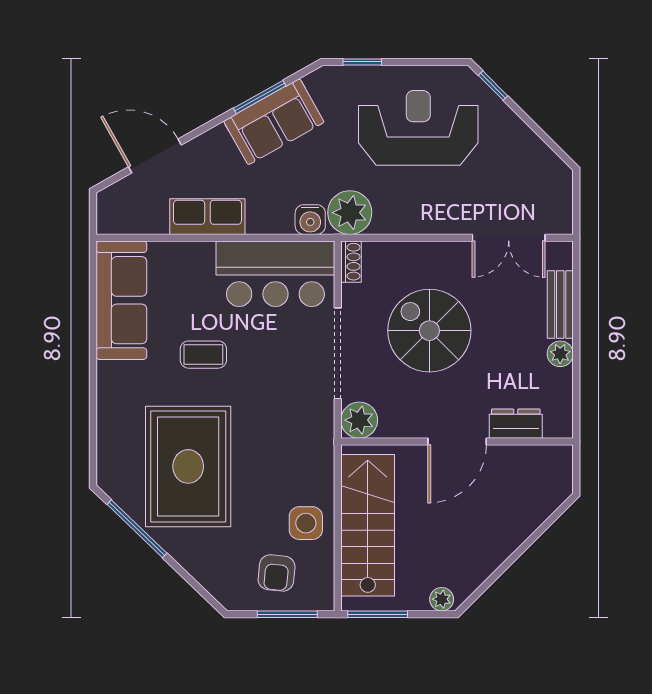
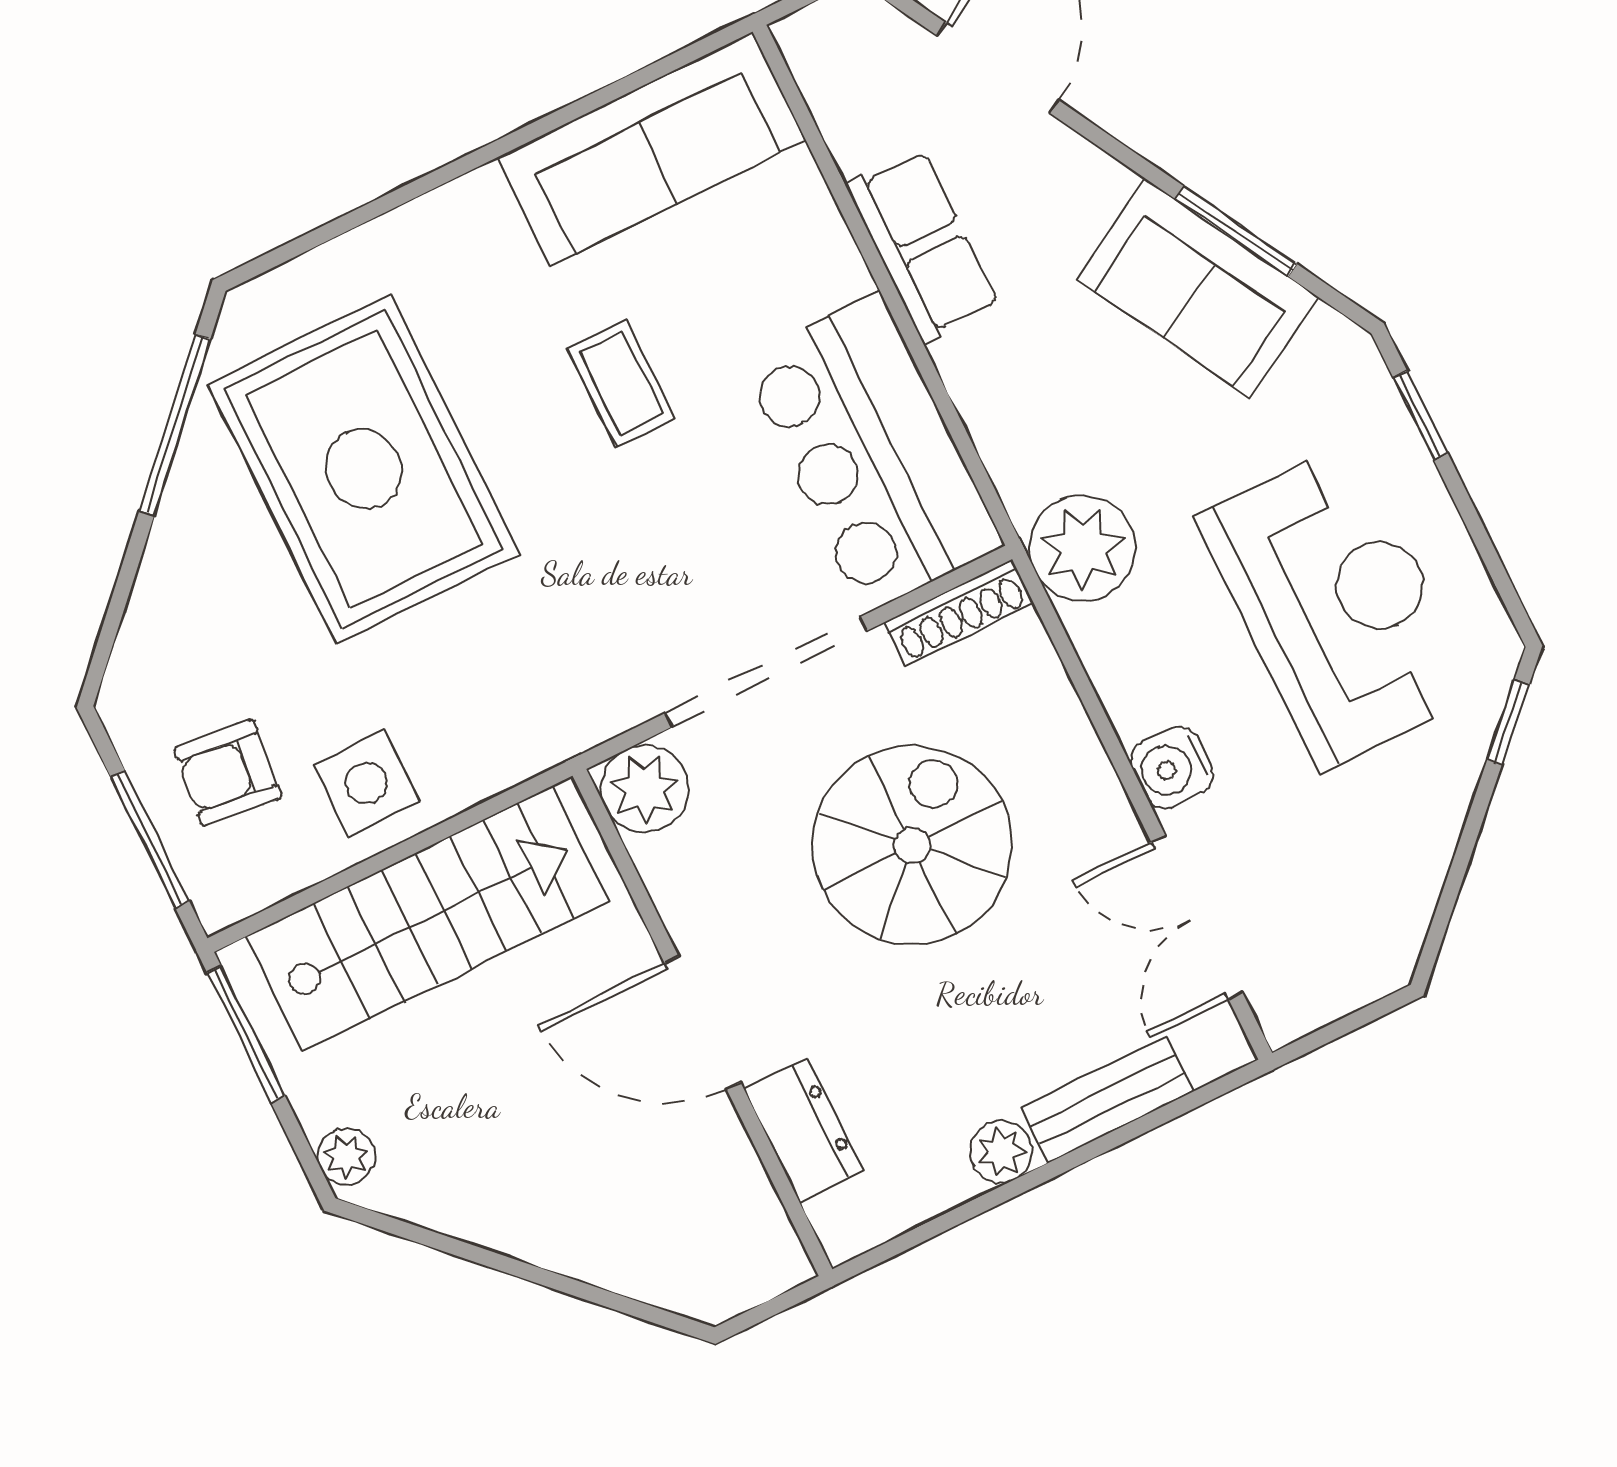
water cooler: (310, 220) -> (1172, 768), moved
shoe rack: (351, 262) -> (959, 613), width x1.43
rug: (188, 466) -> (364, 469), turned 90

